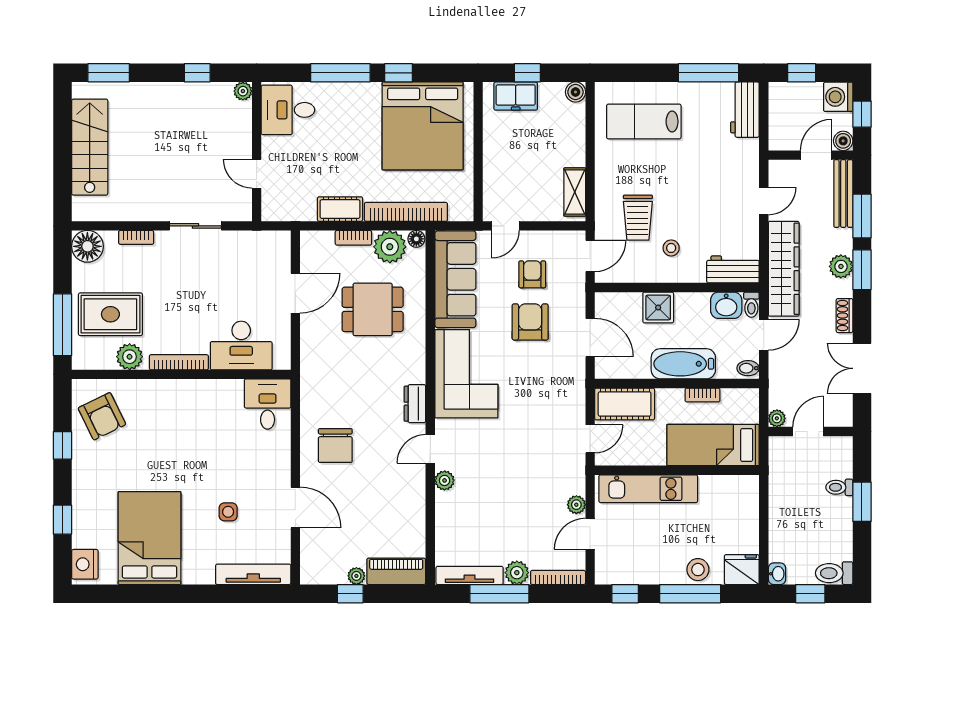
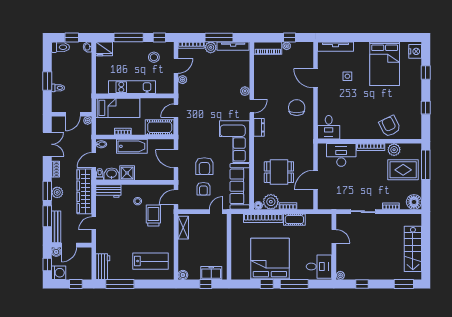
bed: (423, 126) -> (270, 259), moved
shower: (658, 308) -> (127, 173), moved
armchair: (102, 416) -> (390, 126), moved
kitchen unit: (648, 489) -> (132, 87), moved
stool: (698, 570) -> (154, 57), moved

